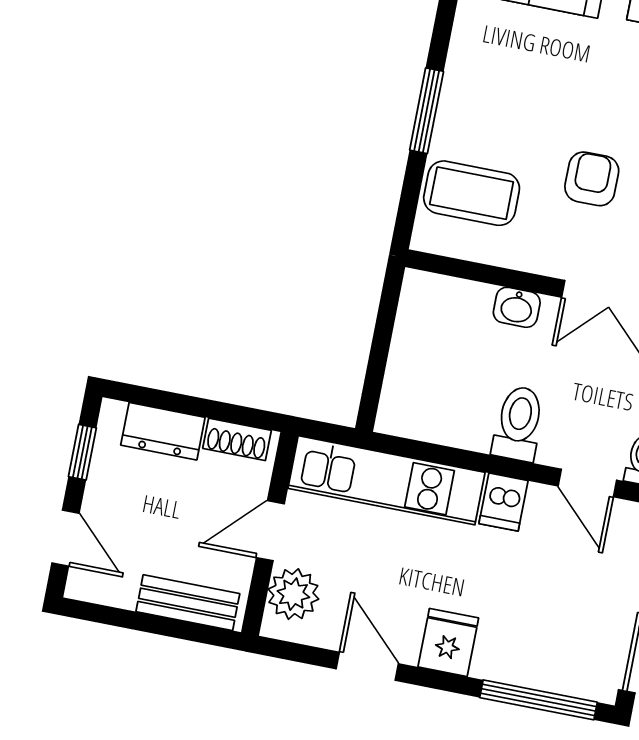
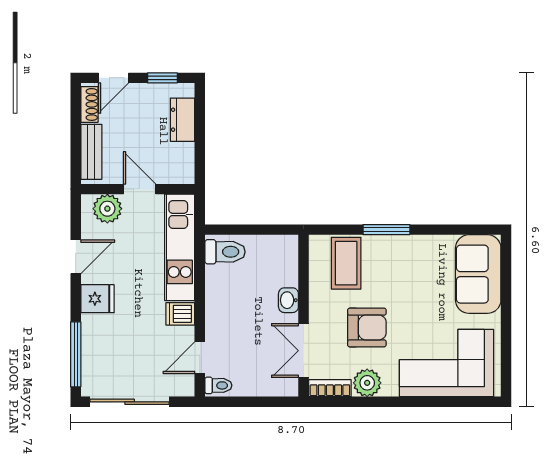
armchair: (592, 179) -> (367, 327), width x1.38, depth x1.38
toilet: (518, 424) -> (225, 252), moved
shoe rack: (237, 439) -> (89, 104), moved, turned 180

